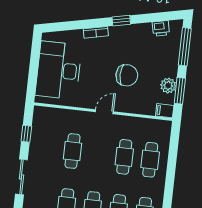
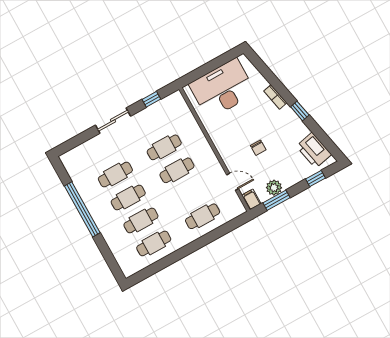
printer: (161, 28) -> (314, 150), width x1.87, depth x1.48
window: (185, 47) -> (316, 178), width x0.46
chair: (127, 75) -> (258, 148), width x0.54, depth x0.54
door: (104, 112) -> (232, 182), moved
cafe table: (124, 157) -> (177, 170), moved

